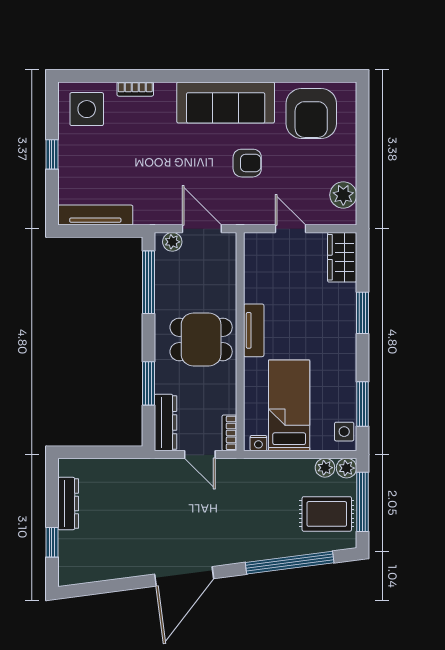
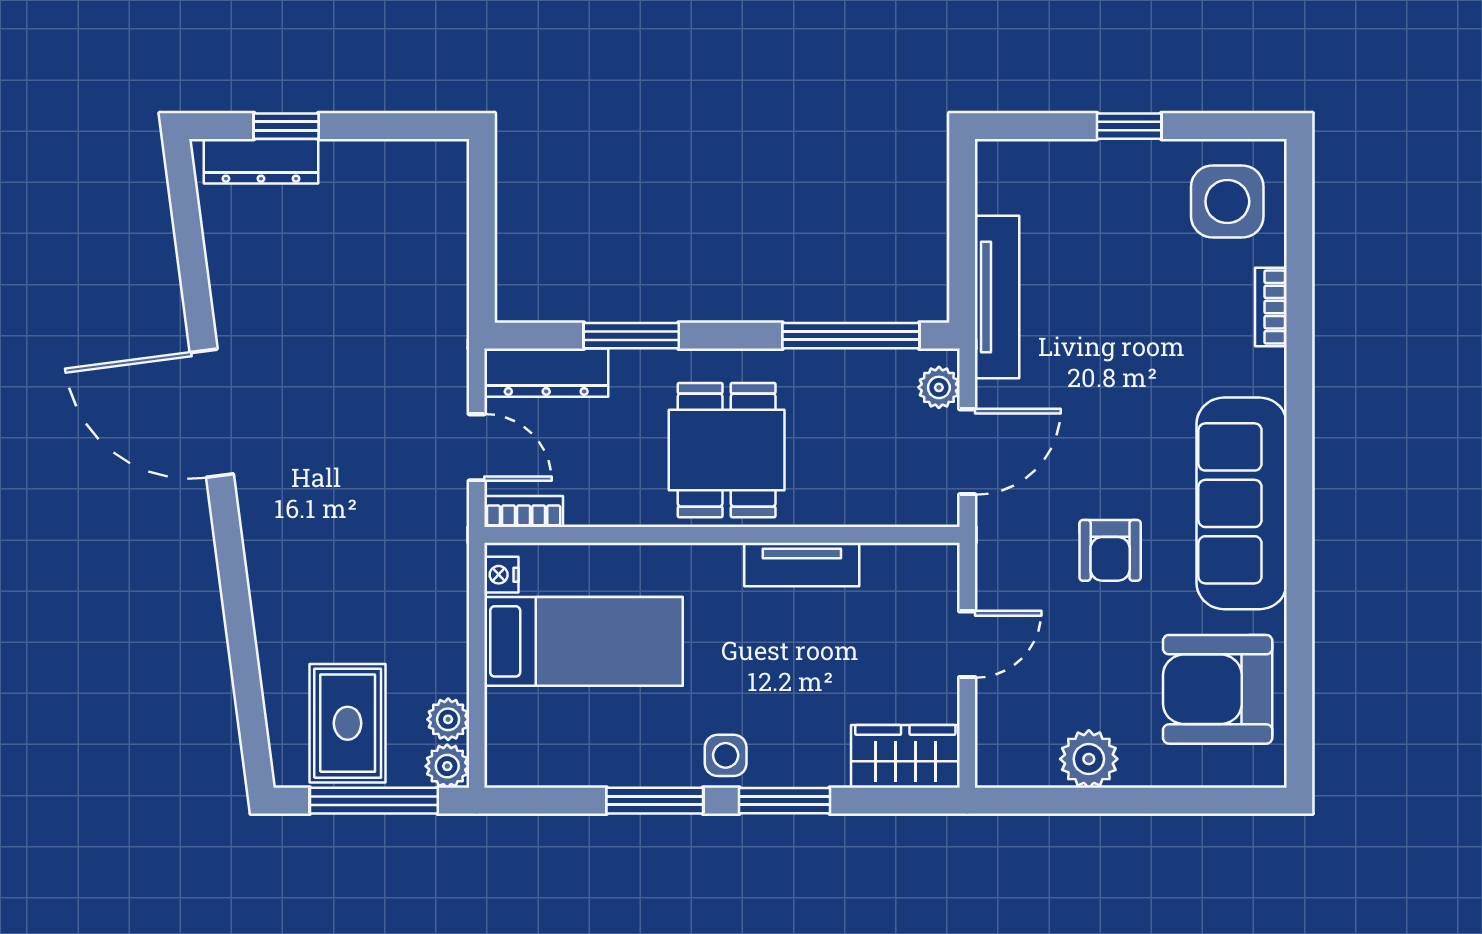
plant: (343, 195) -> (1089, 759), moved
tv unit: (95, 215) -> (997, 297), moved
tv unit: (254, 330) -> (802, 564), moved
window: (362, 404) -> (655, 801), moved
side table: (344, 432) -> (726, 755), moved
door: (200, 455) -> (477, 447), swing flipped
dresser: (68, 504) -> (261, 161), moved
window: (290, 563) -> (242, 643), removed

